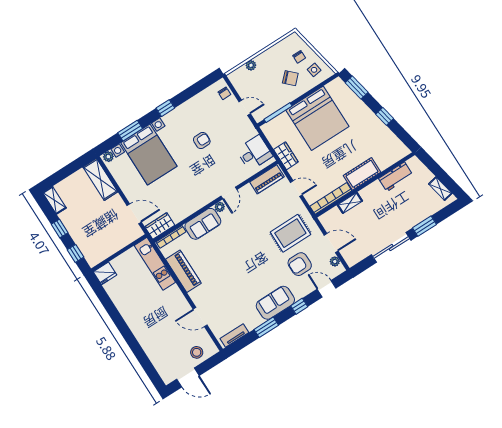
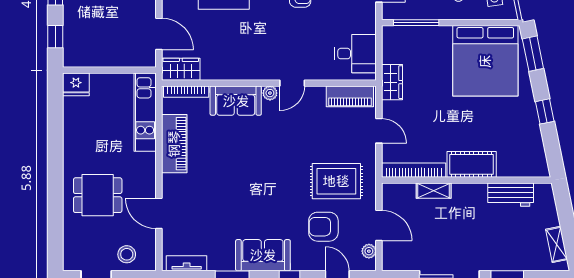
bed: (317, 118) -> (485, 61), moved
dining table: (158, 329) -> (98, 195), added

